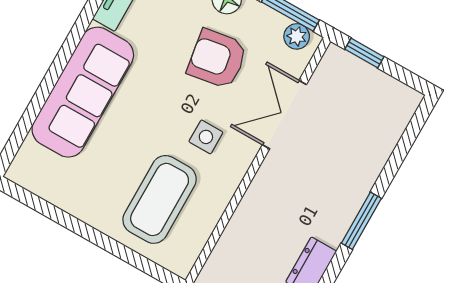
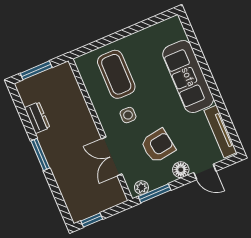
window: (364, 53) -> (92, 220), moved
double door: (284, 115) -> (112, 156), swing flipped

